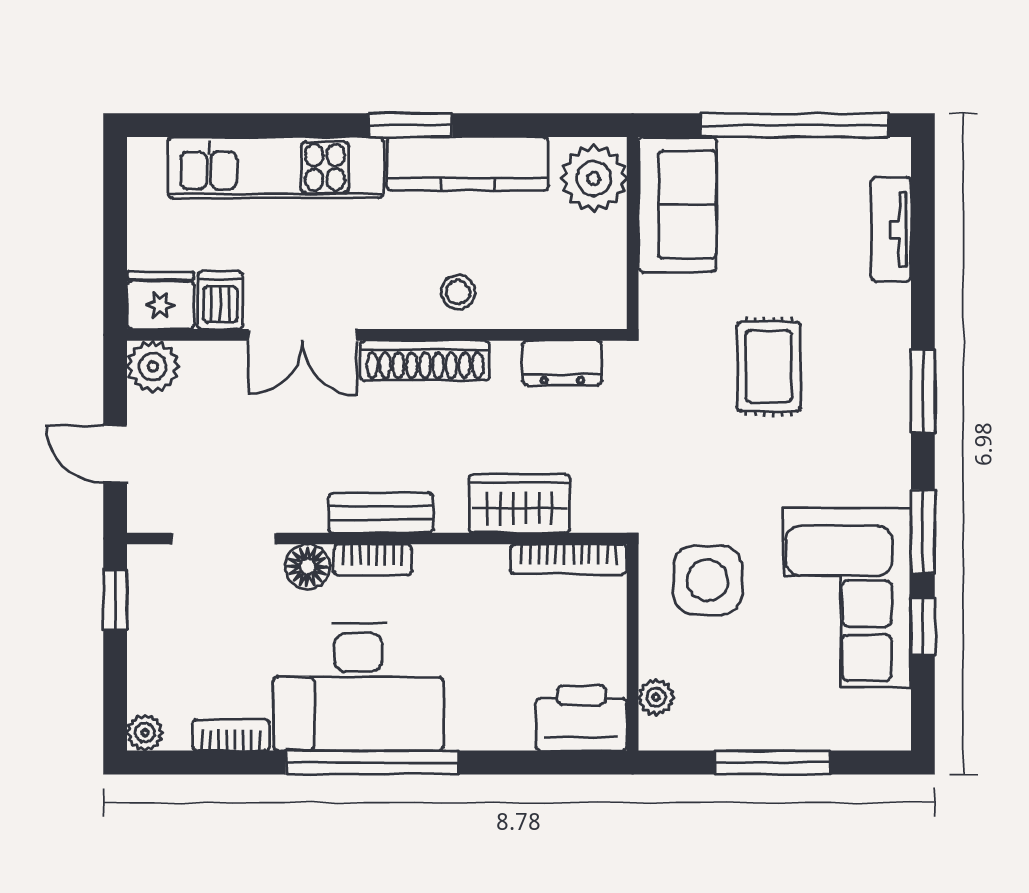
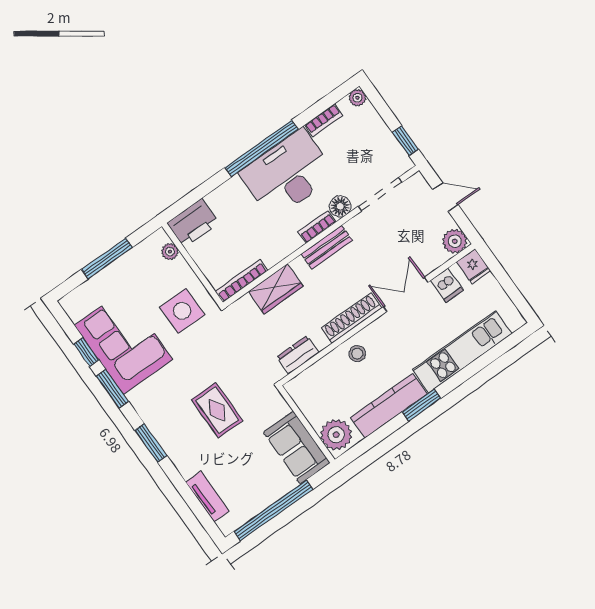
fridge: (160, 300) -> (474, 266), width x0.72

